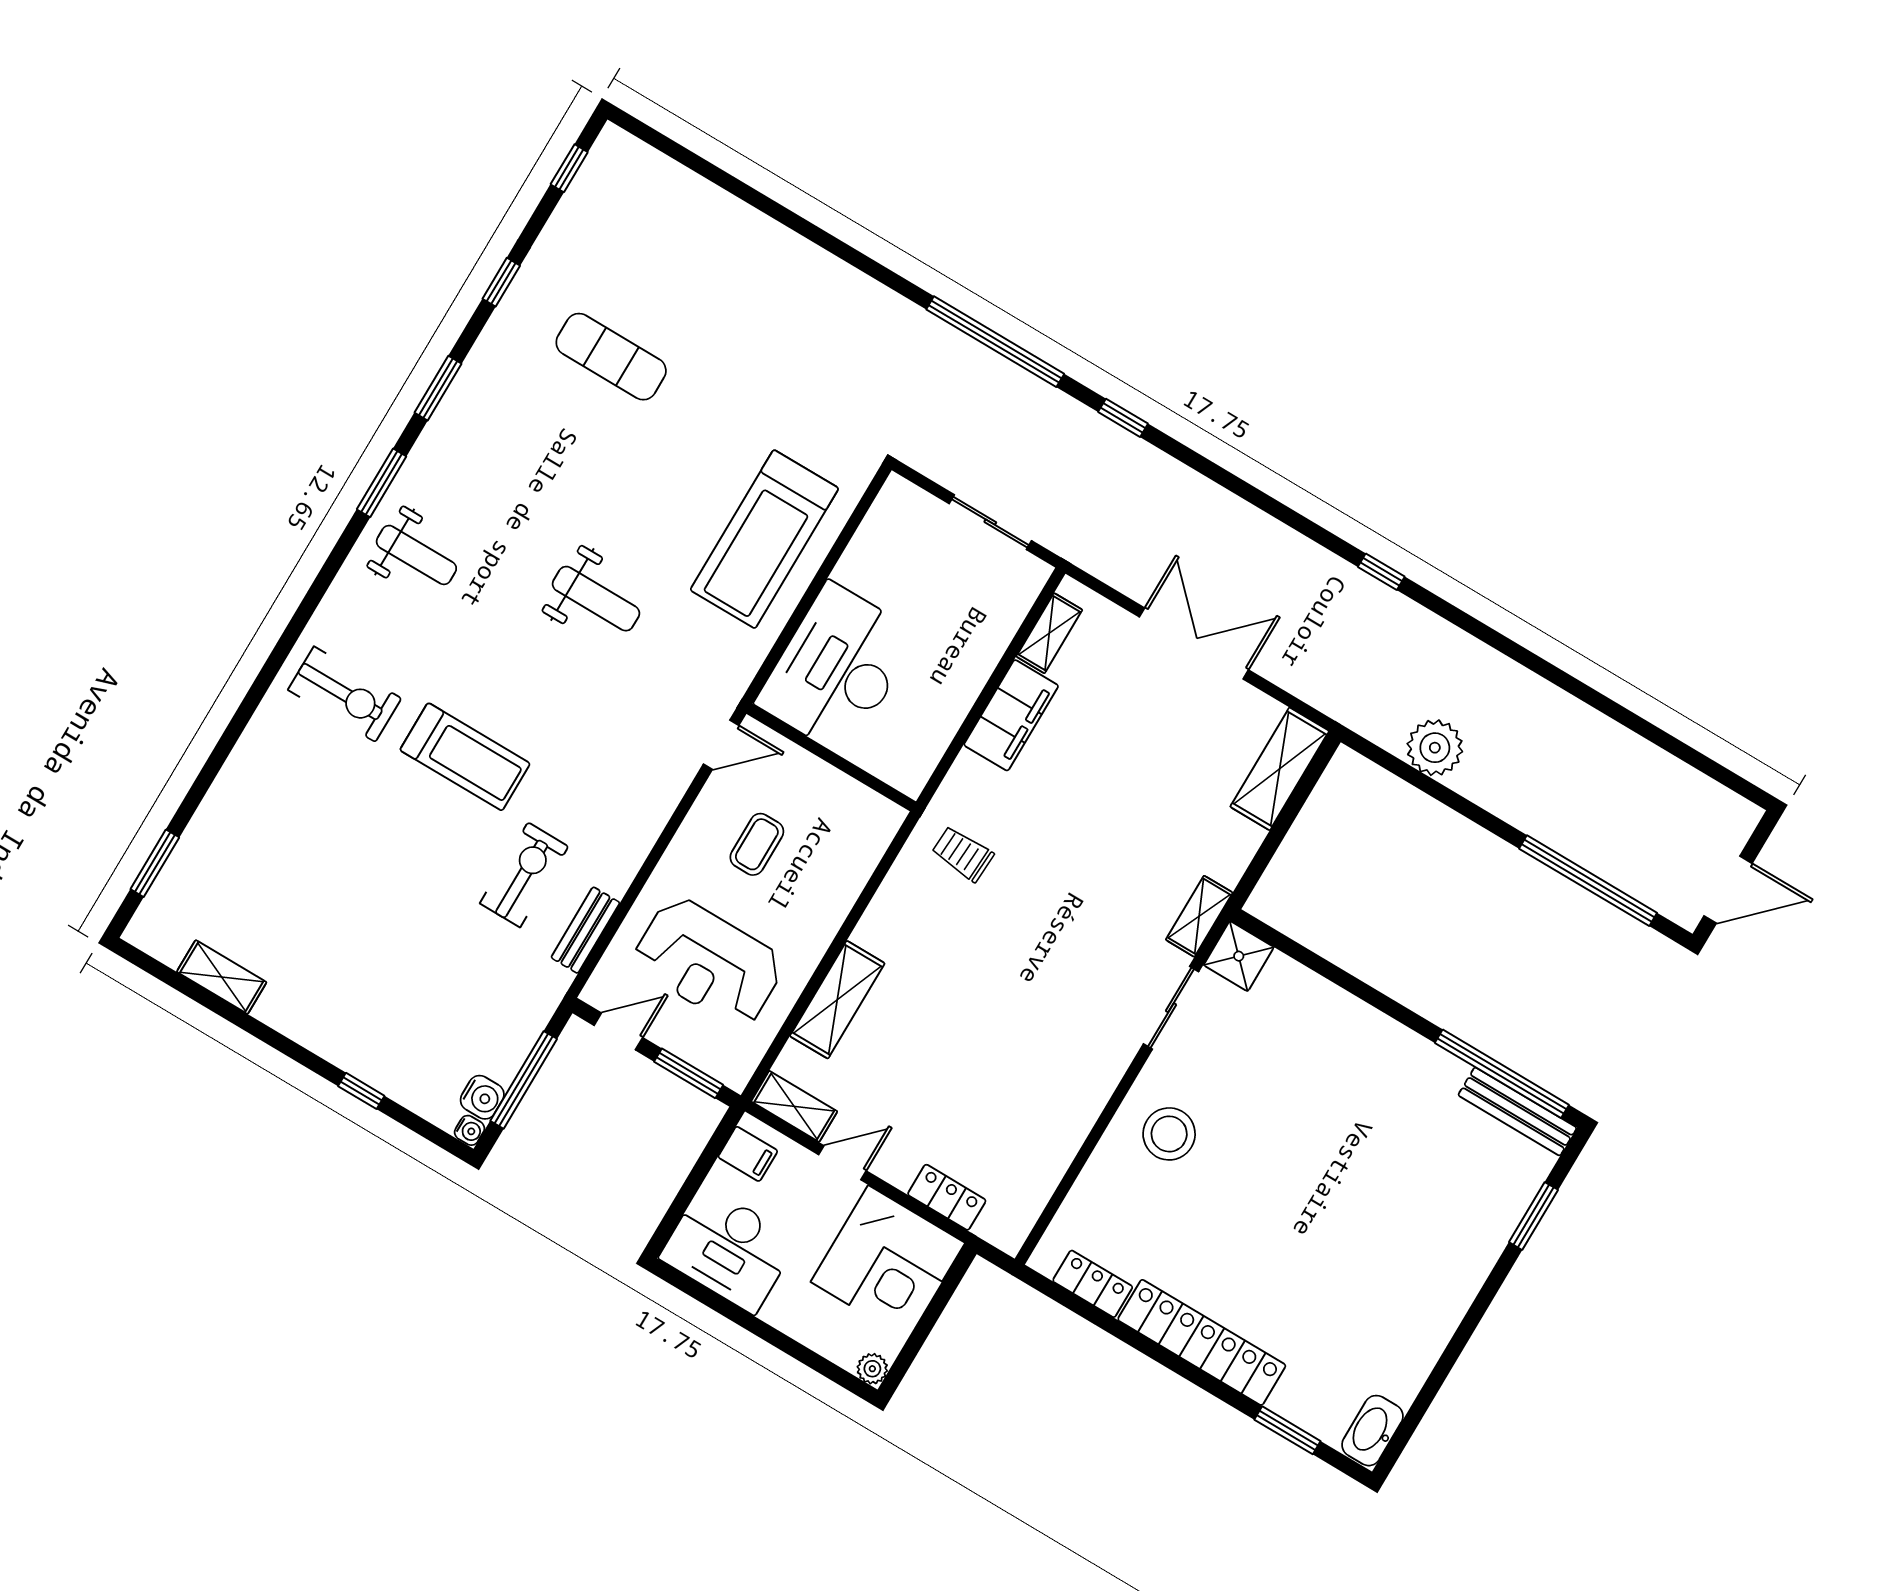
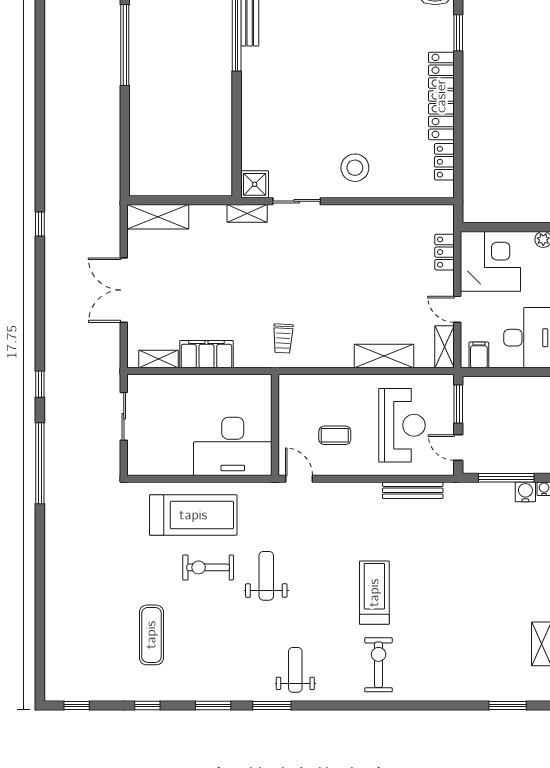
plant: (1435, 748) -> (106, 151), removed
exercise bike: (524, 875) -> (208, 567), moved
bench: (585, 930) -> (413, 490), width x1.36

